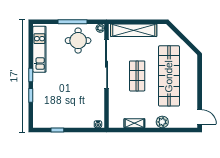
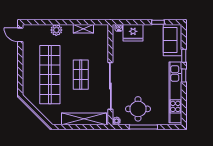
kitchen unit: (39, 49) -> (175, 92), width x1.36
sofa: (42, 112) -> (173, 40), added
fridge: (83, 119) -> (133, 33), added

